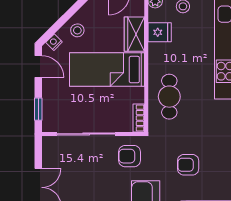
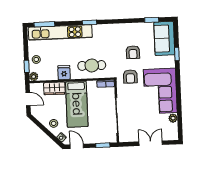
fridge: (160, 32) -> (64, 73), moved
door: (38, 67) -> (77, 146), hinge flipped
armchair: (130, 156) -> (130, 77), moved

